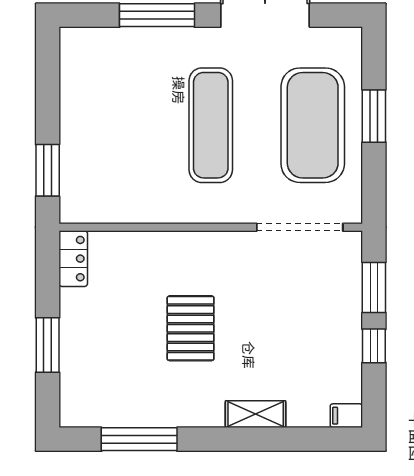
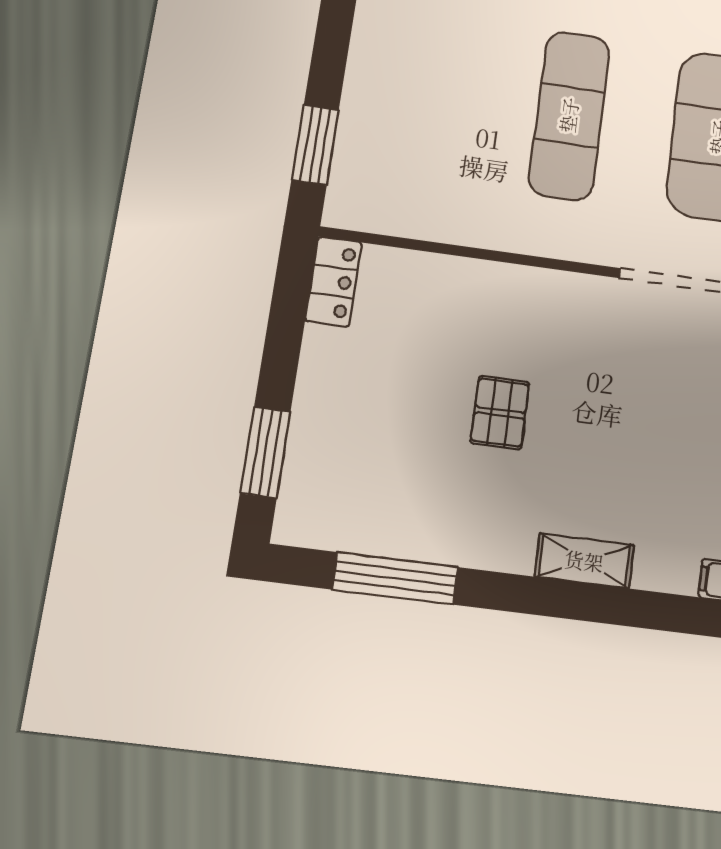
pallet: (191, 328) -> (500, 413), width x0.67, depth x0.71
window: (48, 345) -> (265, 452), moved

